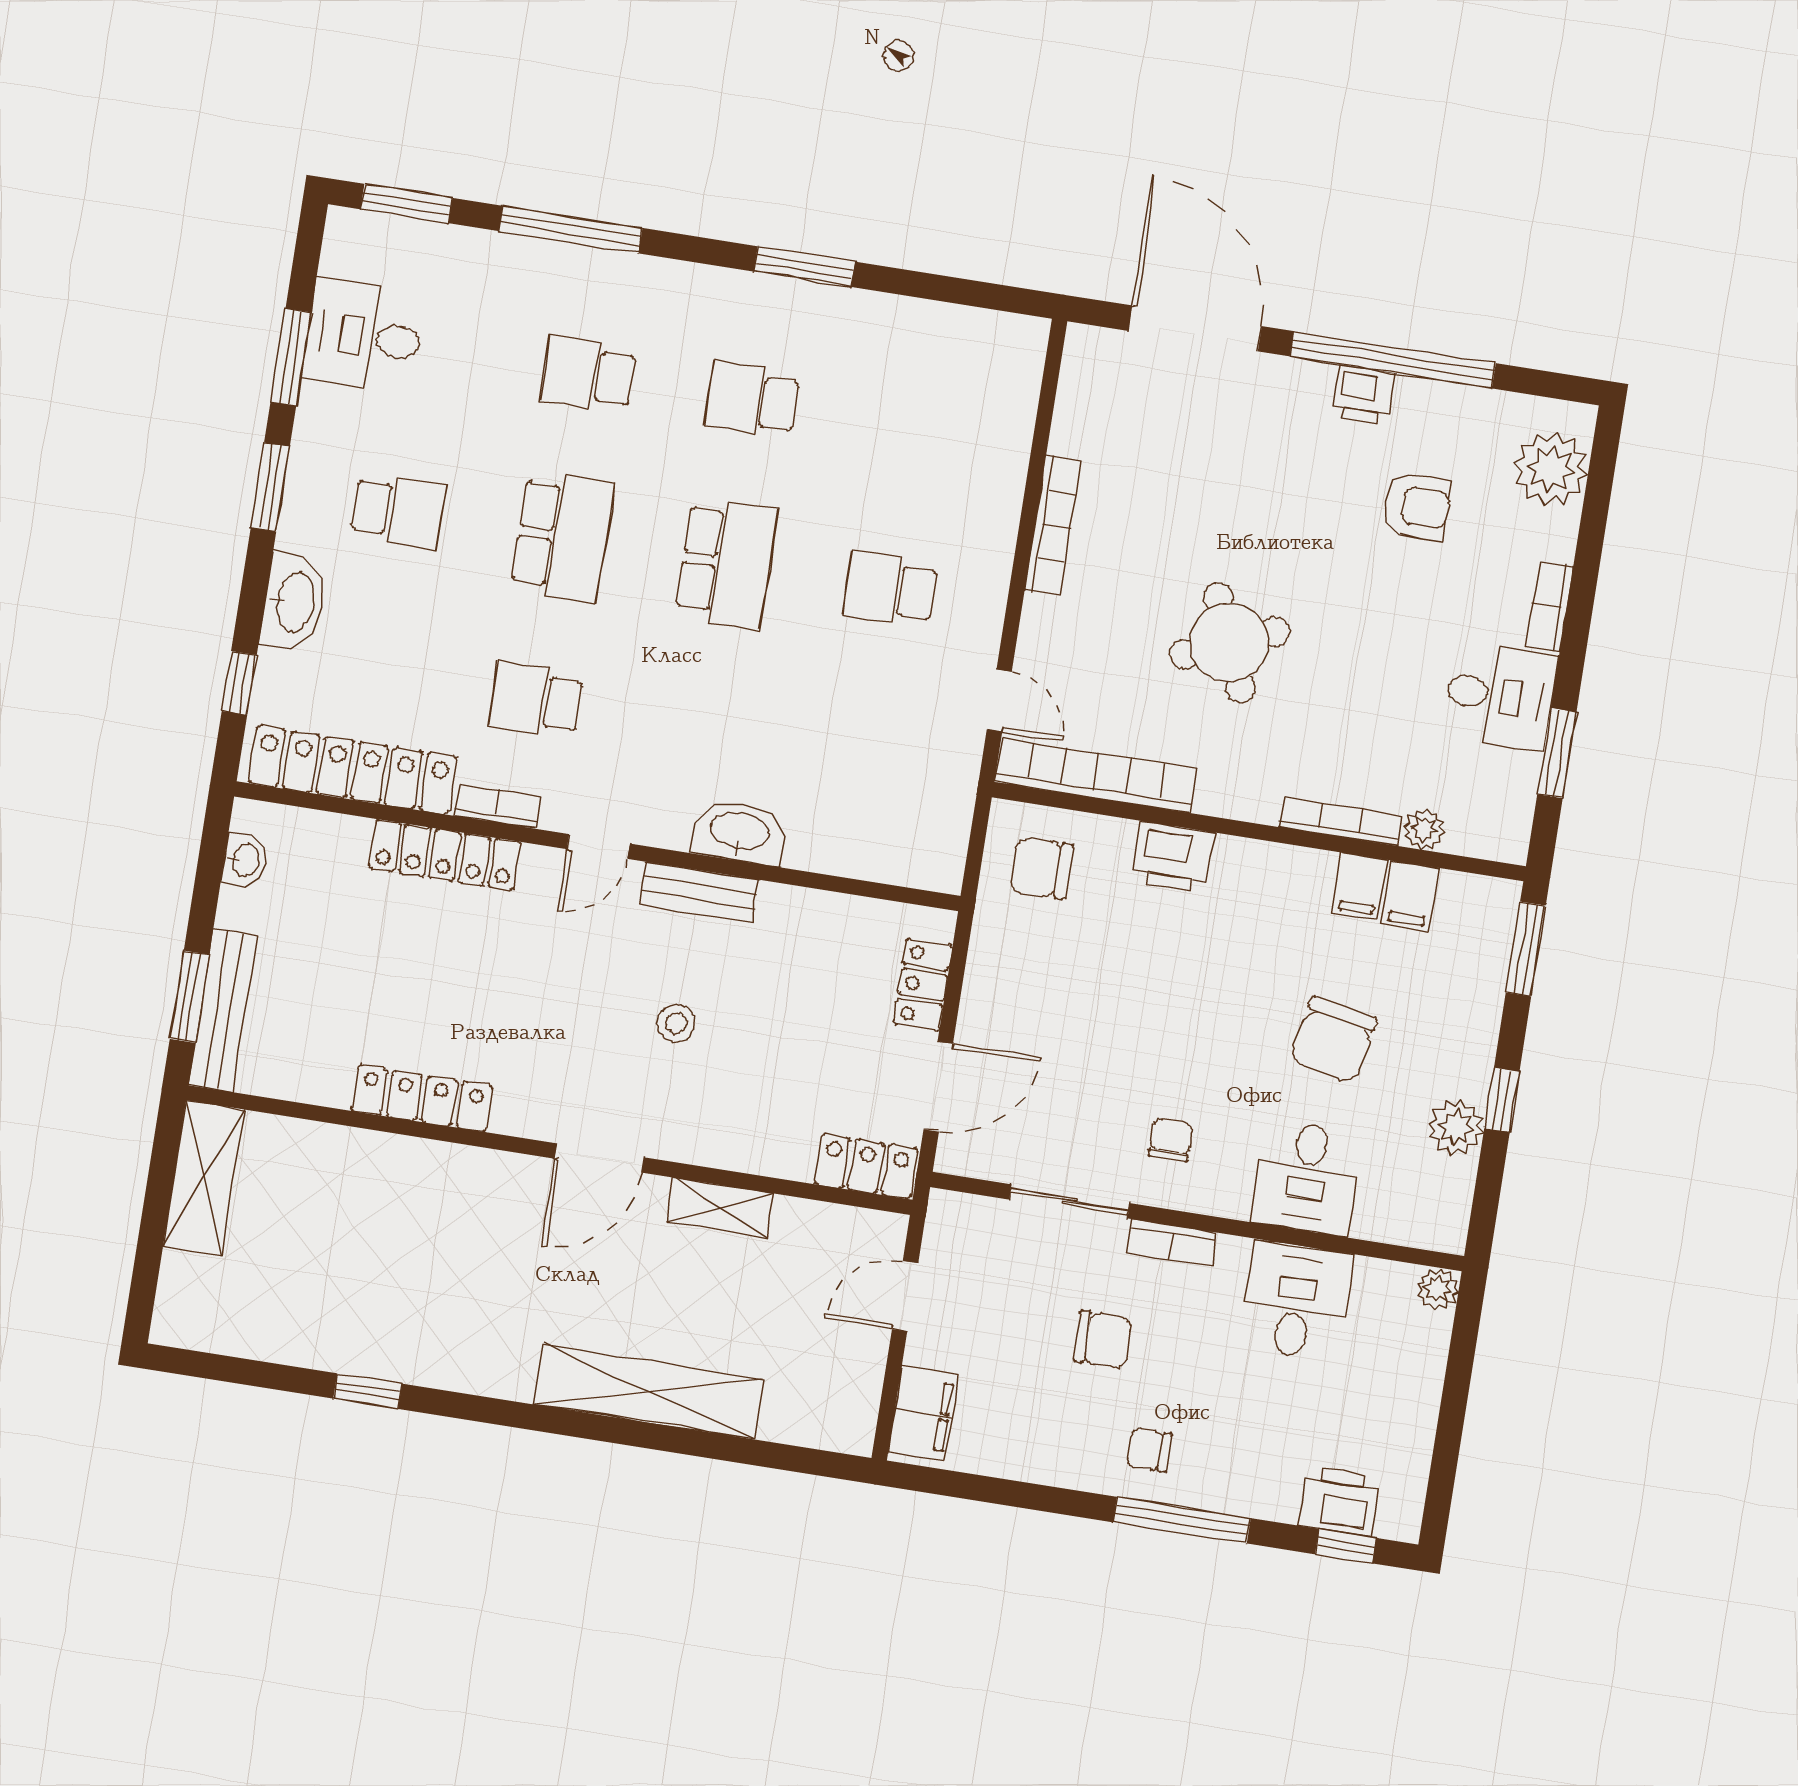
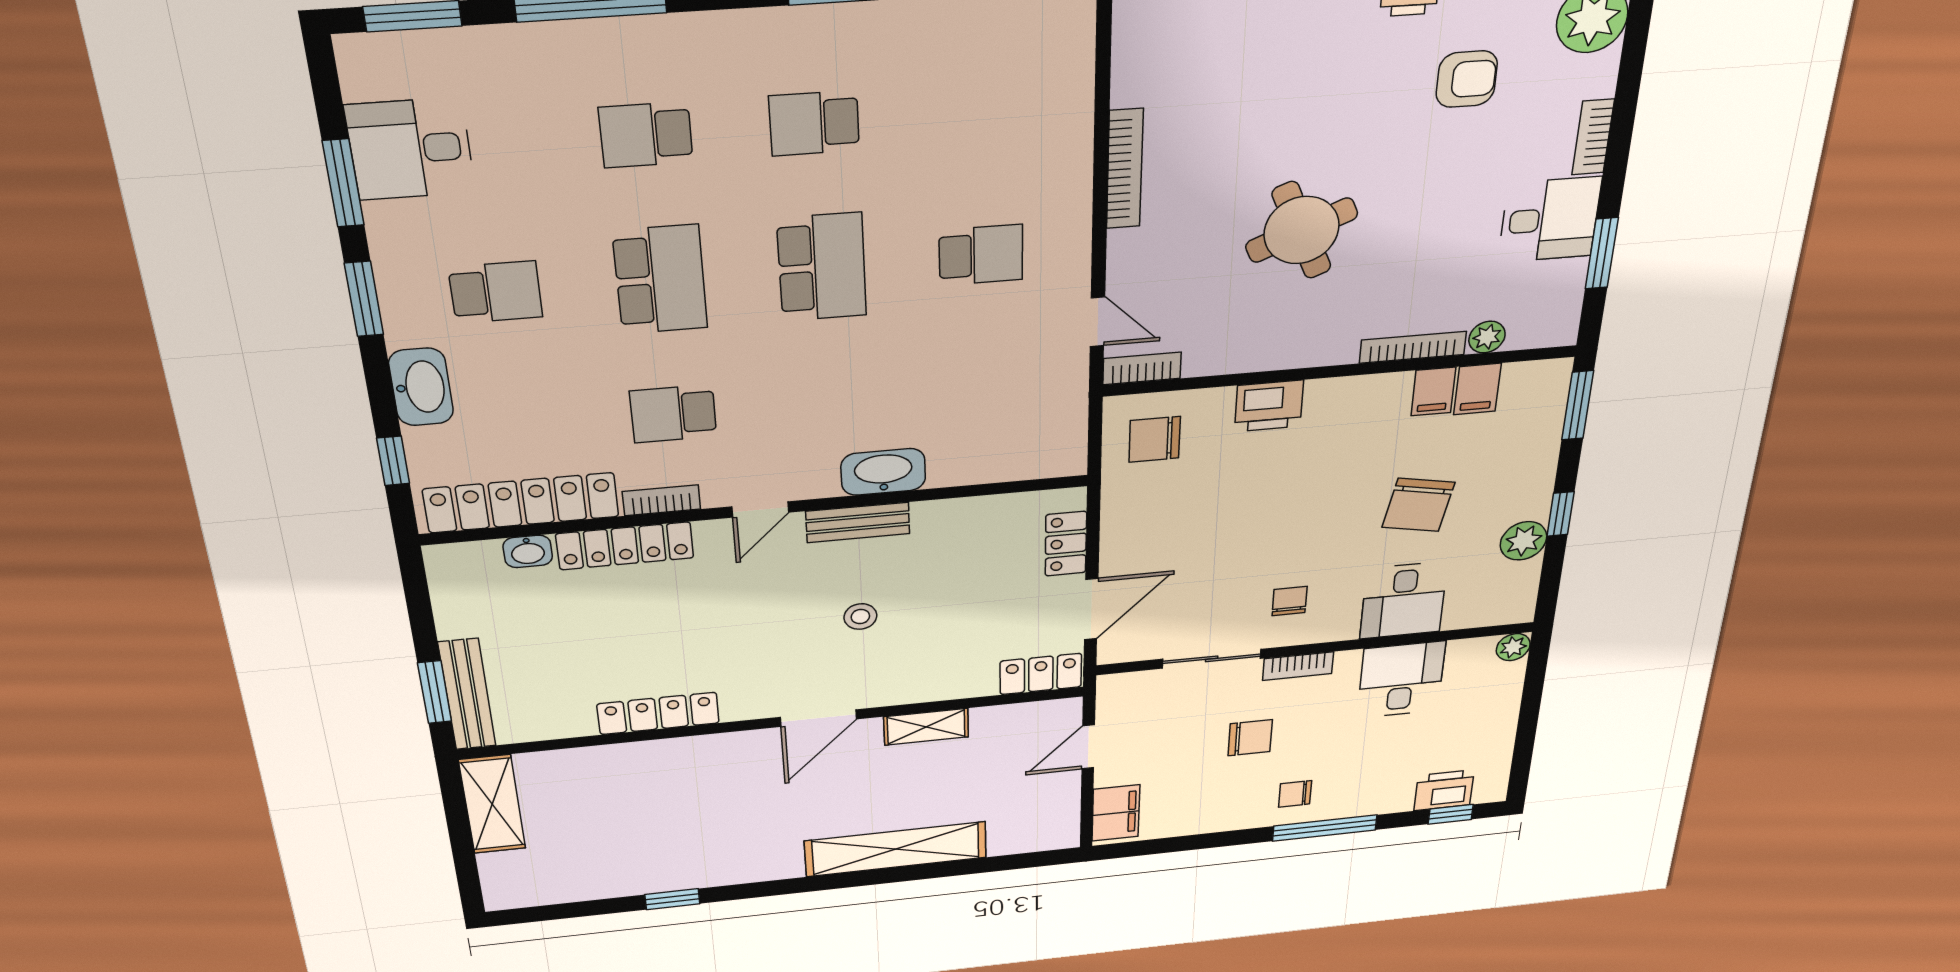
school desk: (890, 589) -> (981, 255), turned 180
bookcase: (1096, 775) -> (1142, 368), width x0.43, depth x0.76
washbasin: (245, 860) -> (528, 551), moved, turned 90

